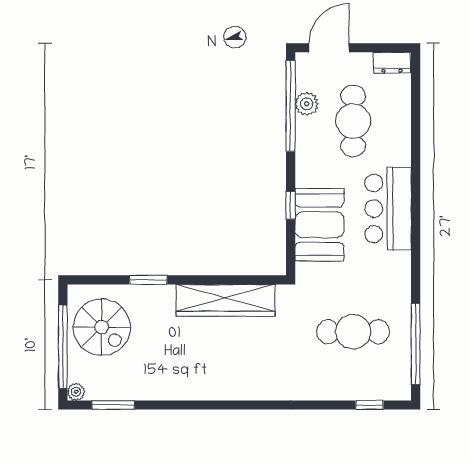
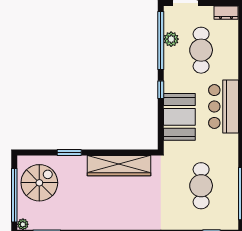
window: (291, 205) -> (161, 90), moved
spiral stairs: (102, 327) -> (39, 183), turned -90
cafe table: (353, 332) -> (201, 186), turned 90

